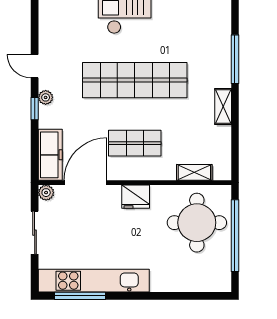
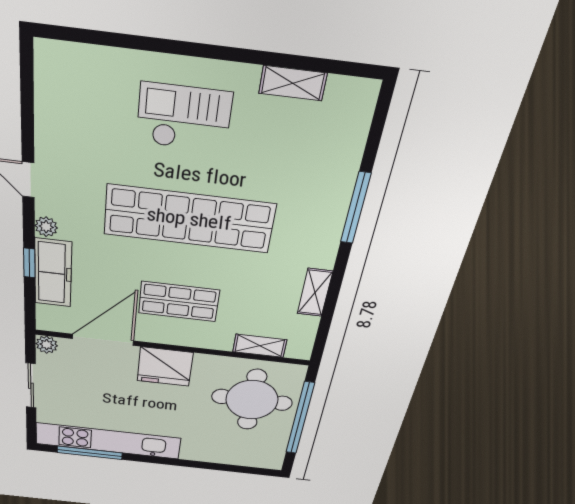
shelving: (223, 107) -> (315, 292), moved
window: (35, 109) -> (29, 263), moved
freezer: (50, 155) -> (53, 273), moved
fridge: (136, 197) -> (165, 367), width x1.36, depth x1.34

